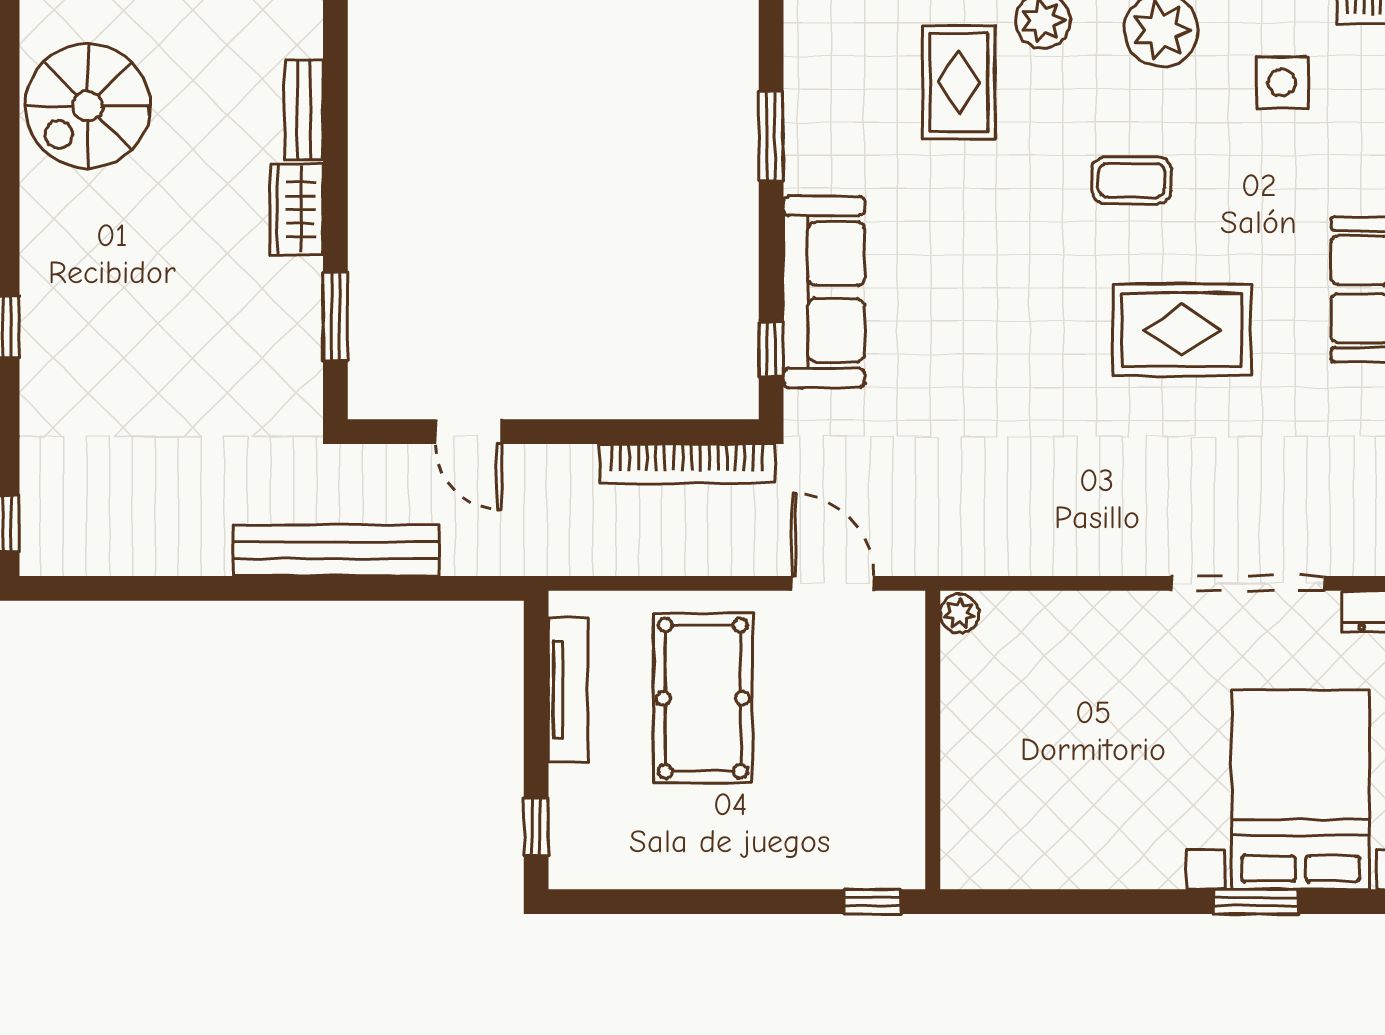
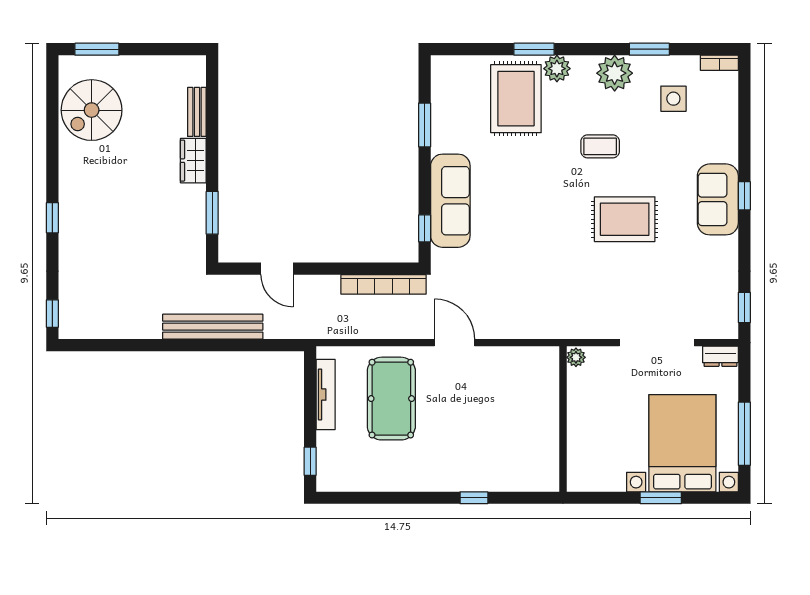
rug: (959, 82) -> (516, 99), width x1.36, depth x1.43
plant: (959, 613) -> (576, 357), moved
wall: (933, 740) -> (563, 419), moved

